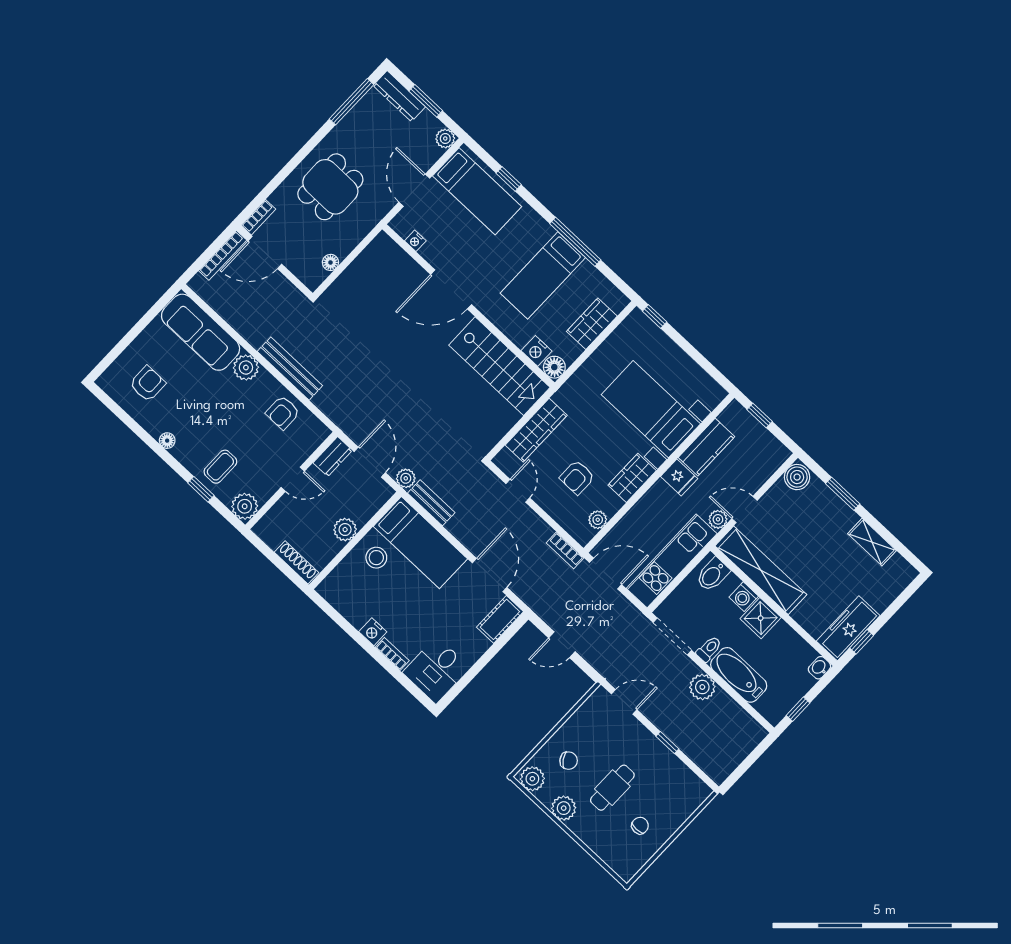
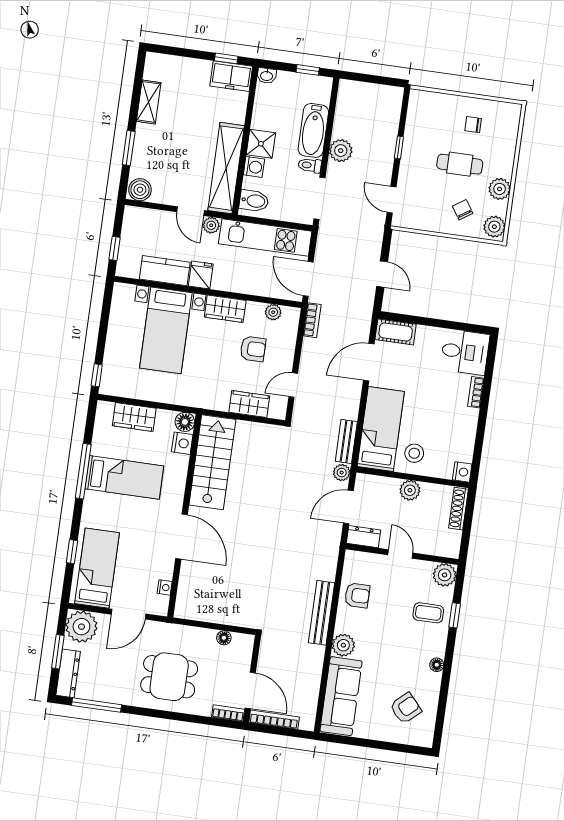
plant: (445, 138) -> (81, 627), width x1.88, depth x1.88
armchair: (147, 384) -> (406, 708), turned 138
wardrobe: (536, 430) -> (249, 404), width x0.67
freezer: (848, 628) -> (231, 76), width x0.71
nightstand: (373, 632) -> (462, 472), moved

